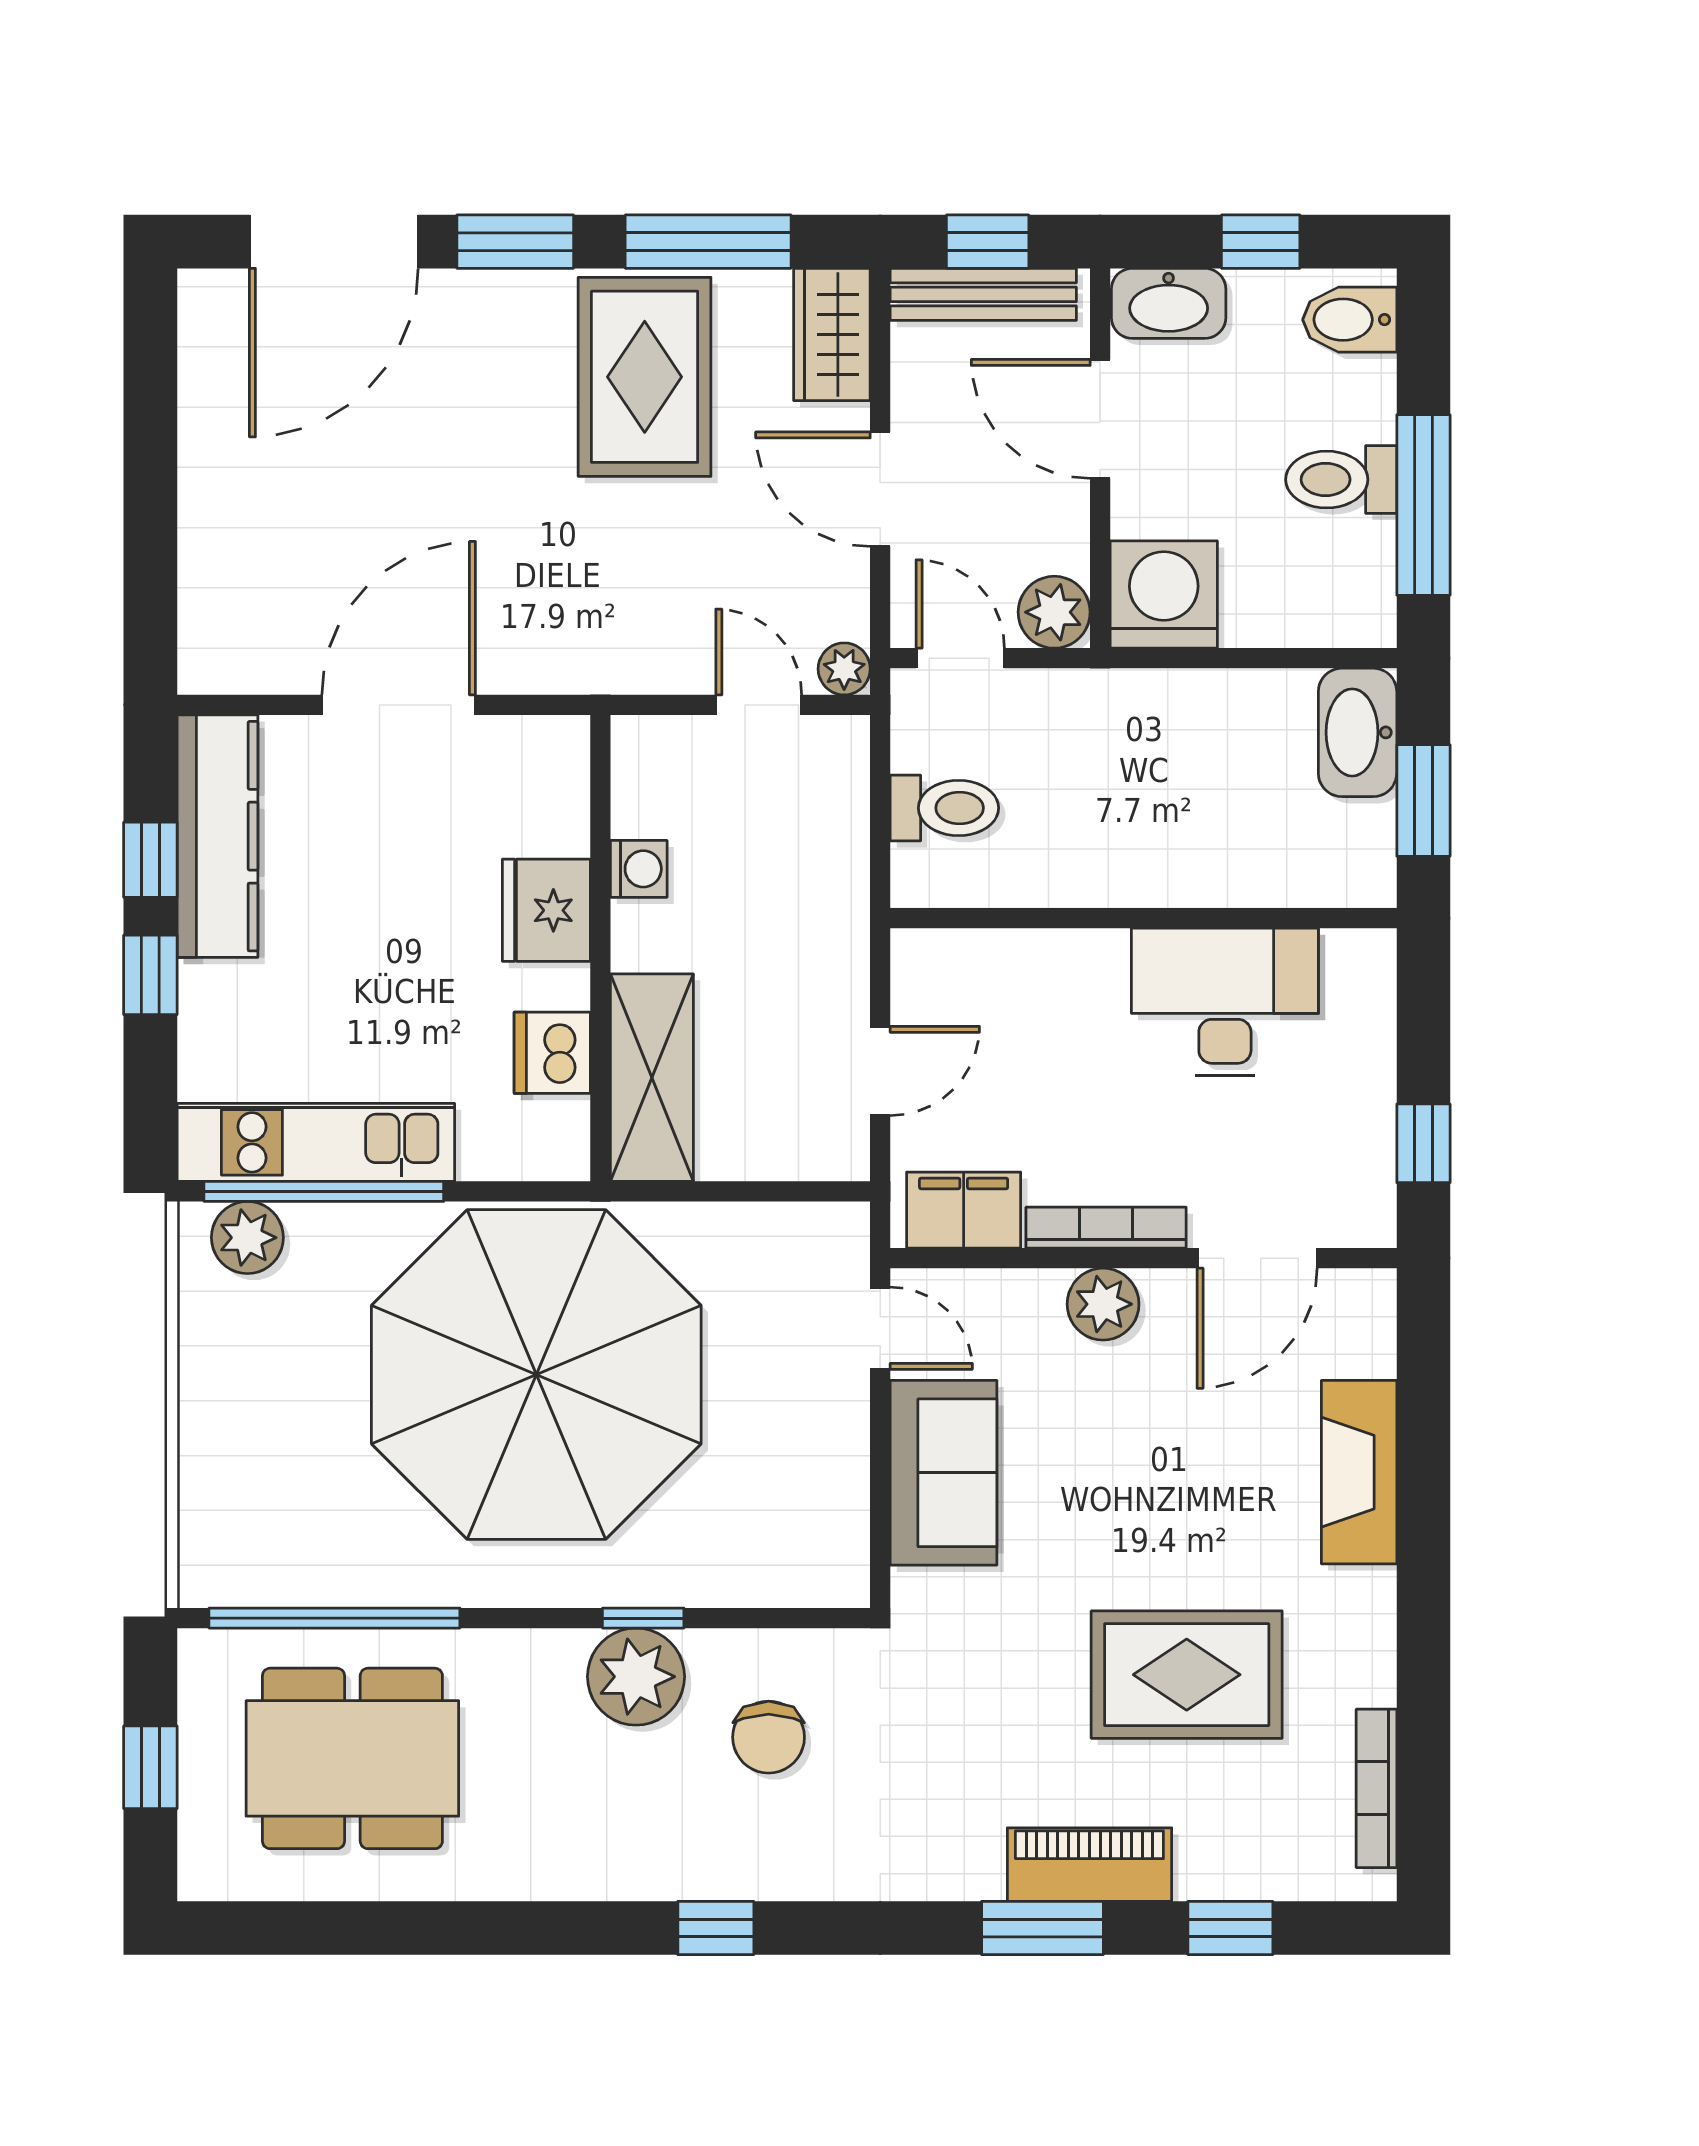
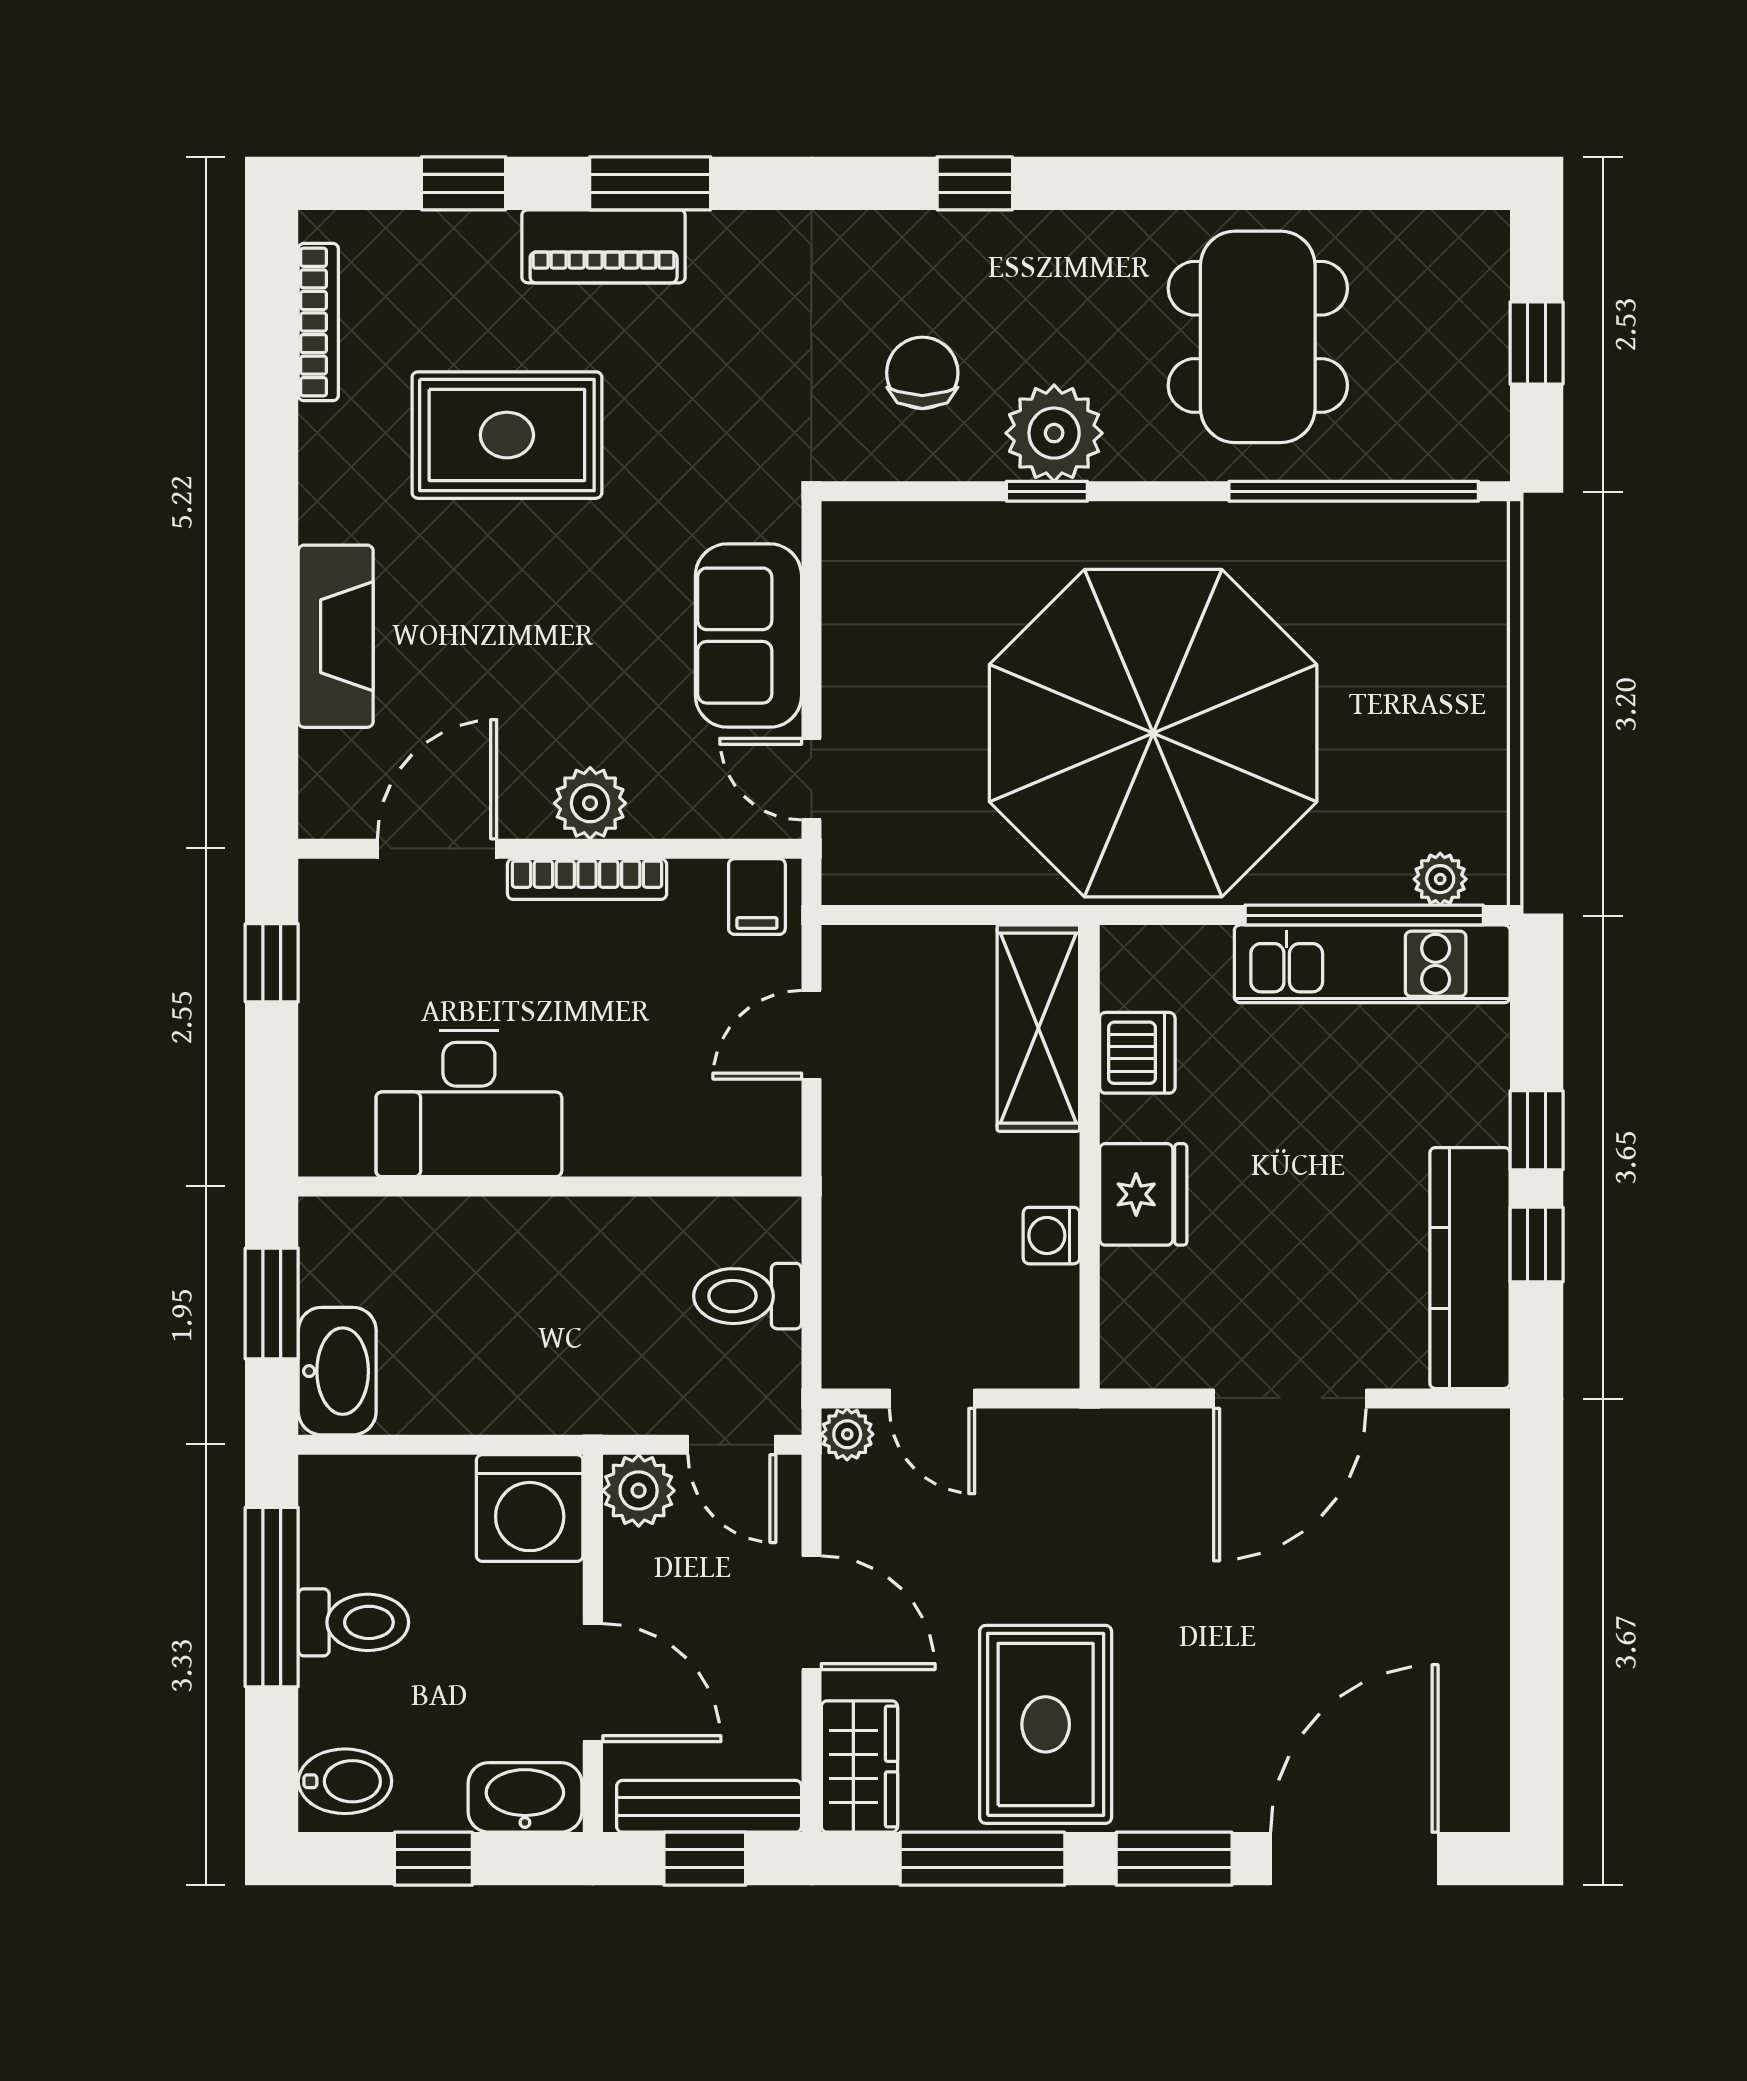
filing cabinet: (964, 1210) -> (757, 897), width x0.50
plant: (247, 1238) -> (1440, 879), width x0.73, depth x0.73
dining table: (352, 1758) -> (1258, 337), moved, turned 90

